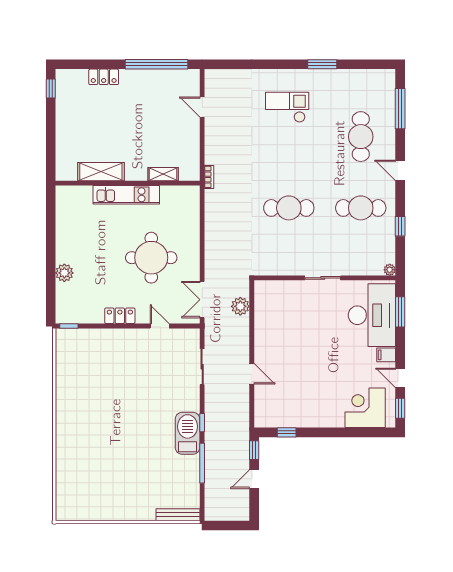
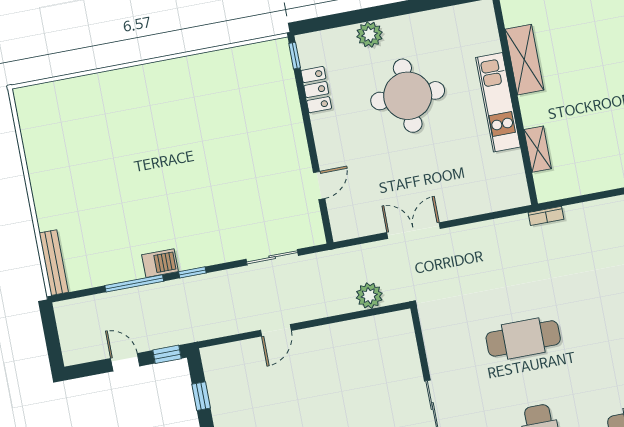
cafe table: (289, 208) -> (523, 338), turned 90
round table: (151, 258) -> (408, 96), moved
double door: (202, 300) -> (414, 231), moved
locker: (120, 316) -> (316, 90), moved
barbecue: (188, 433) -> (160, 263), width x0.53, depth x0.65

